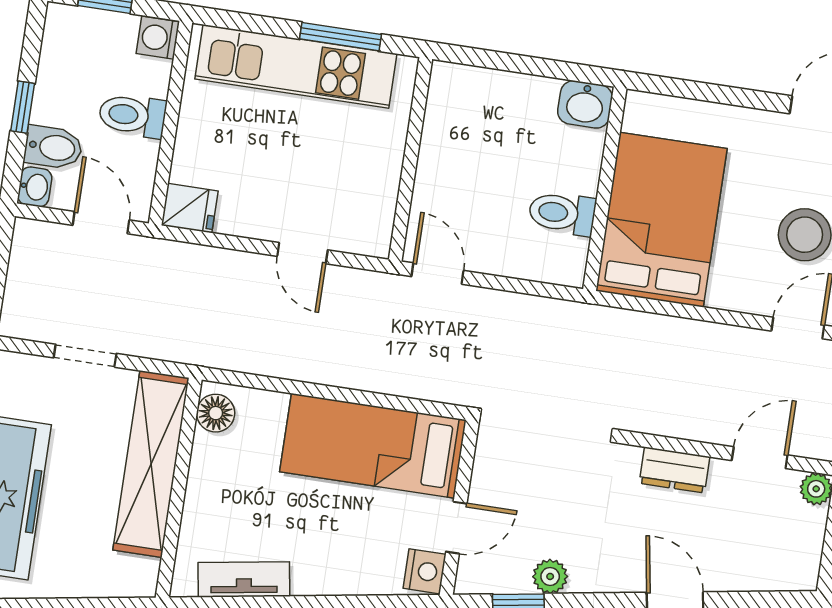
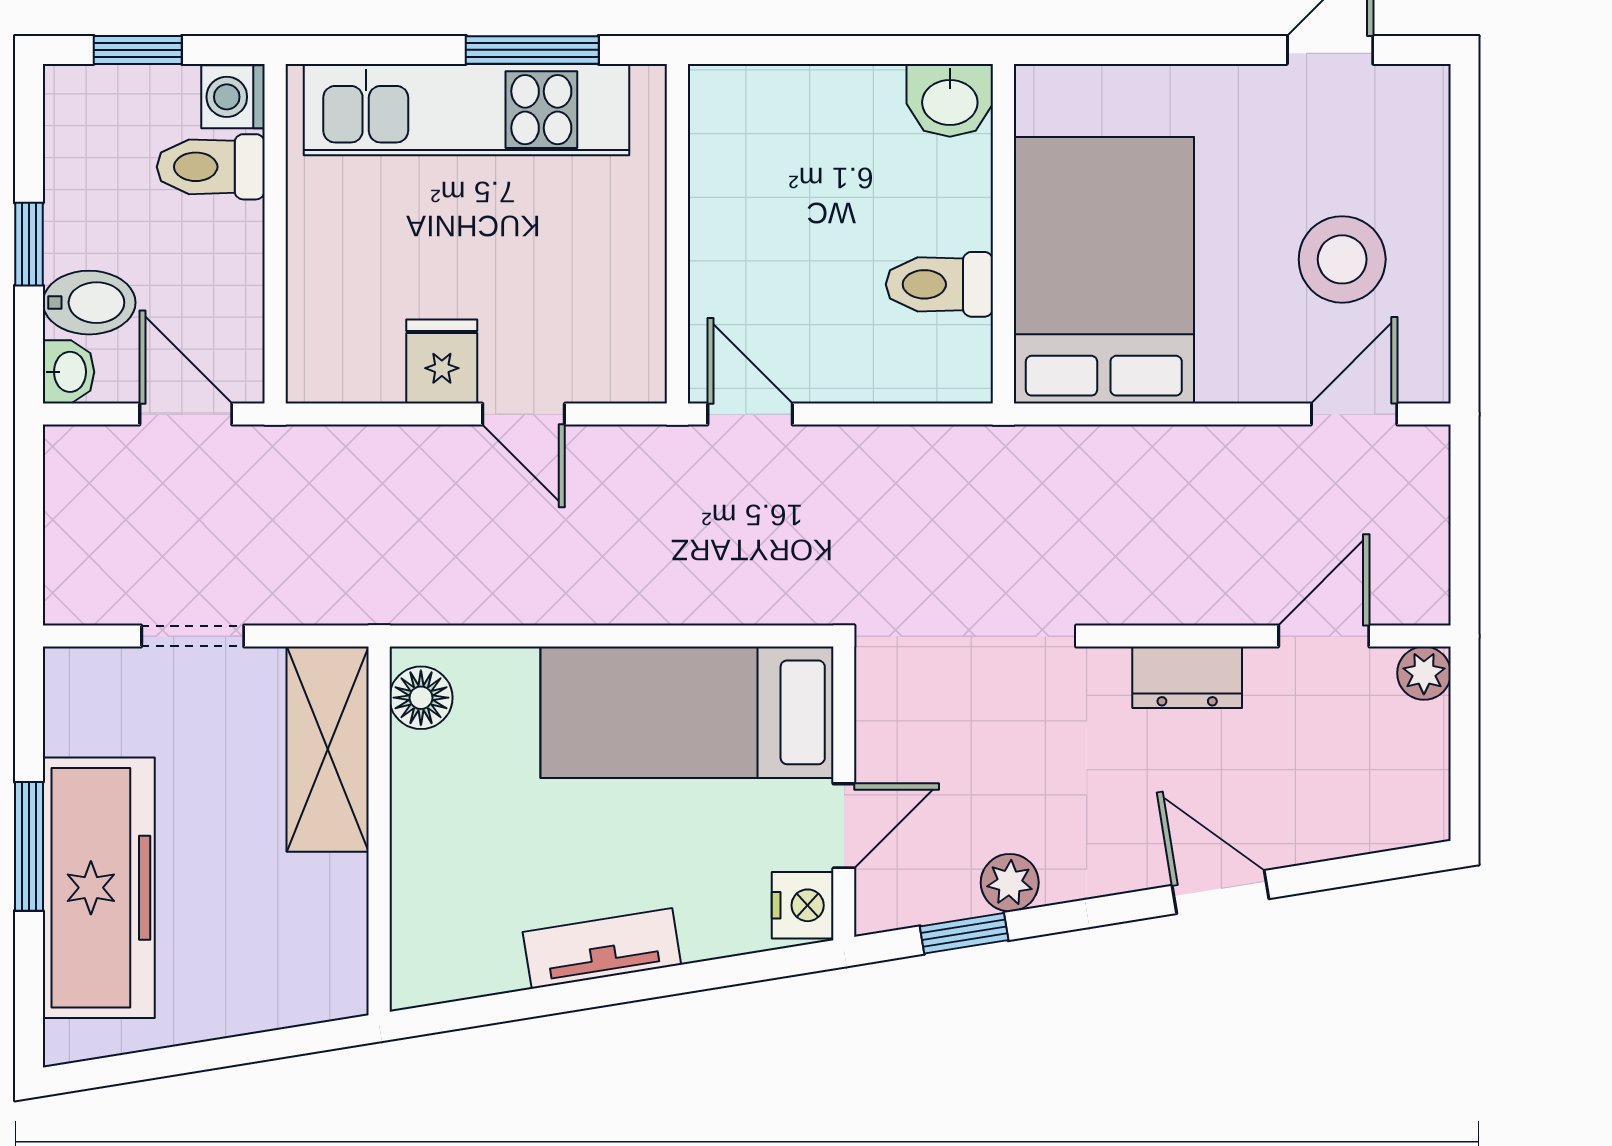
toilet: (132, 115) -> (211, 167), moved
fridge: (190, 208) -> (442, 361), moved, turned -90
shelving: (151, 464) -> (328, 749), width x0.68
tv unit: (244, 579) -> (602, 948), moved

